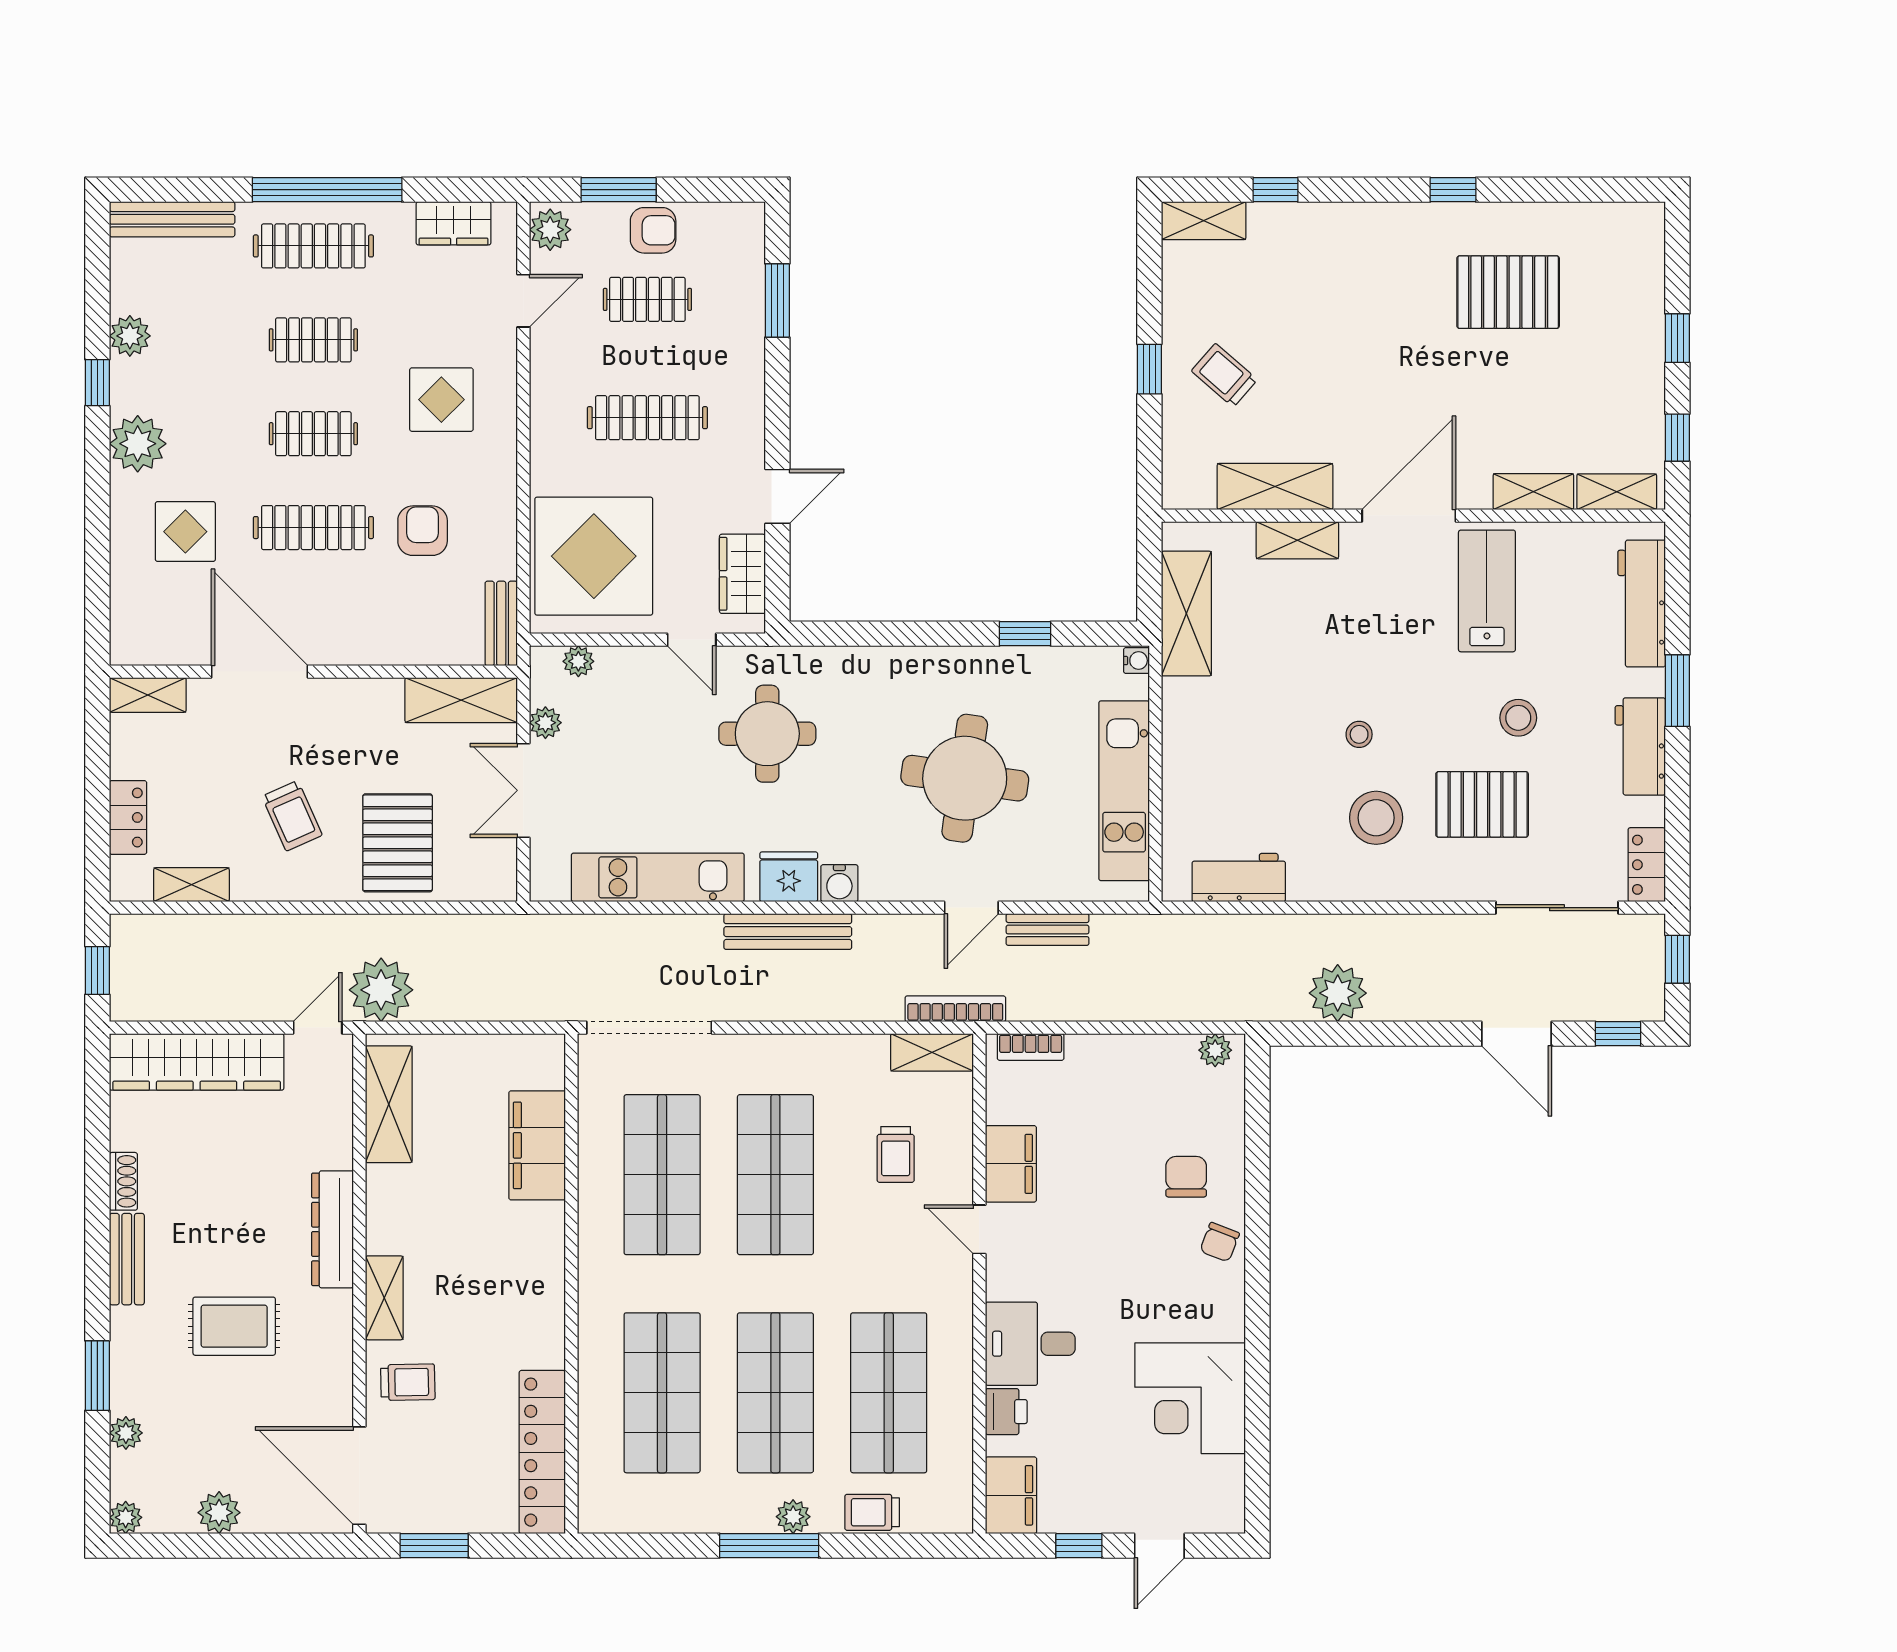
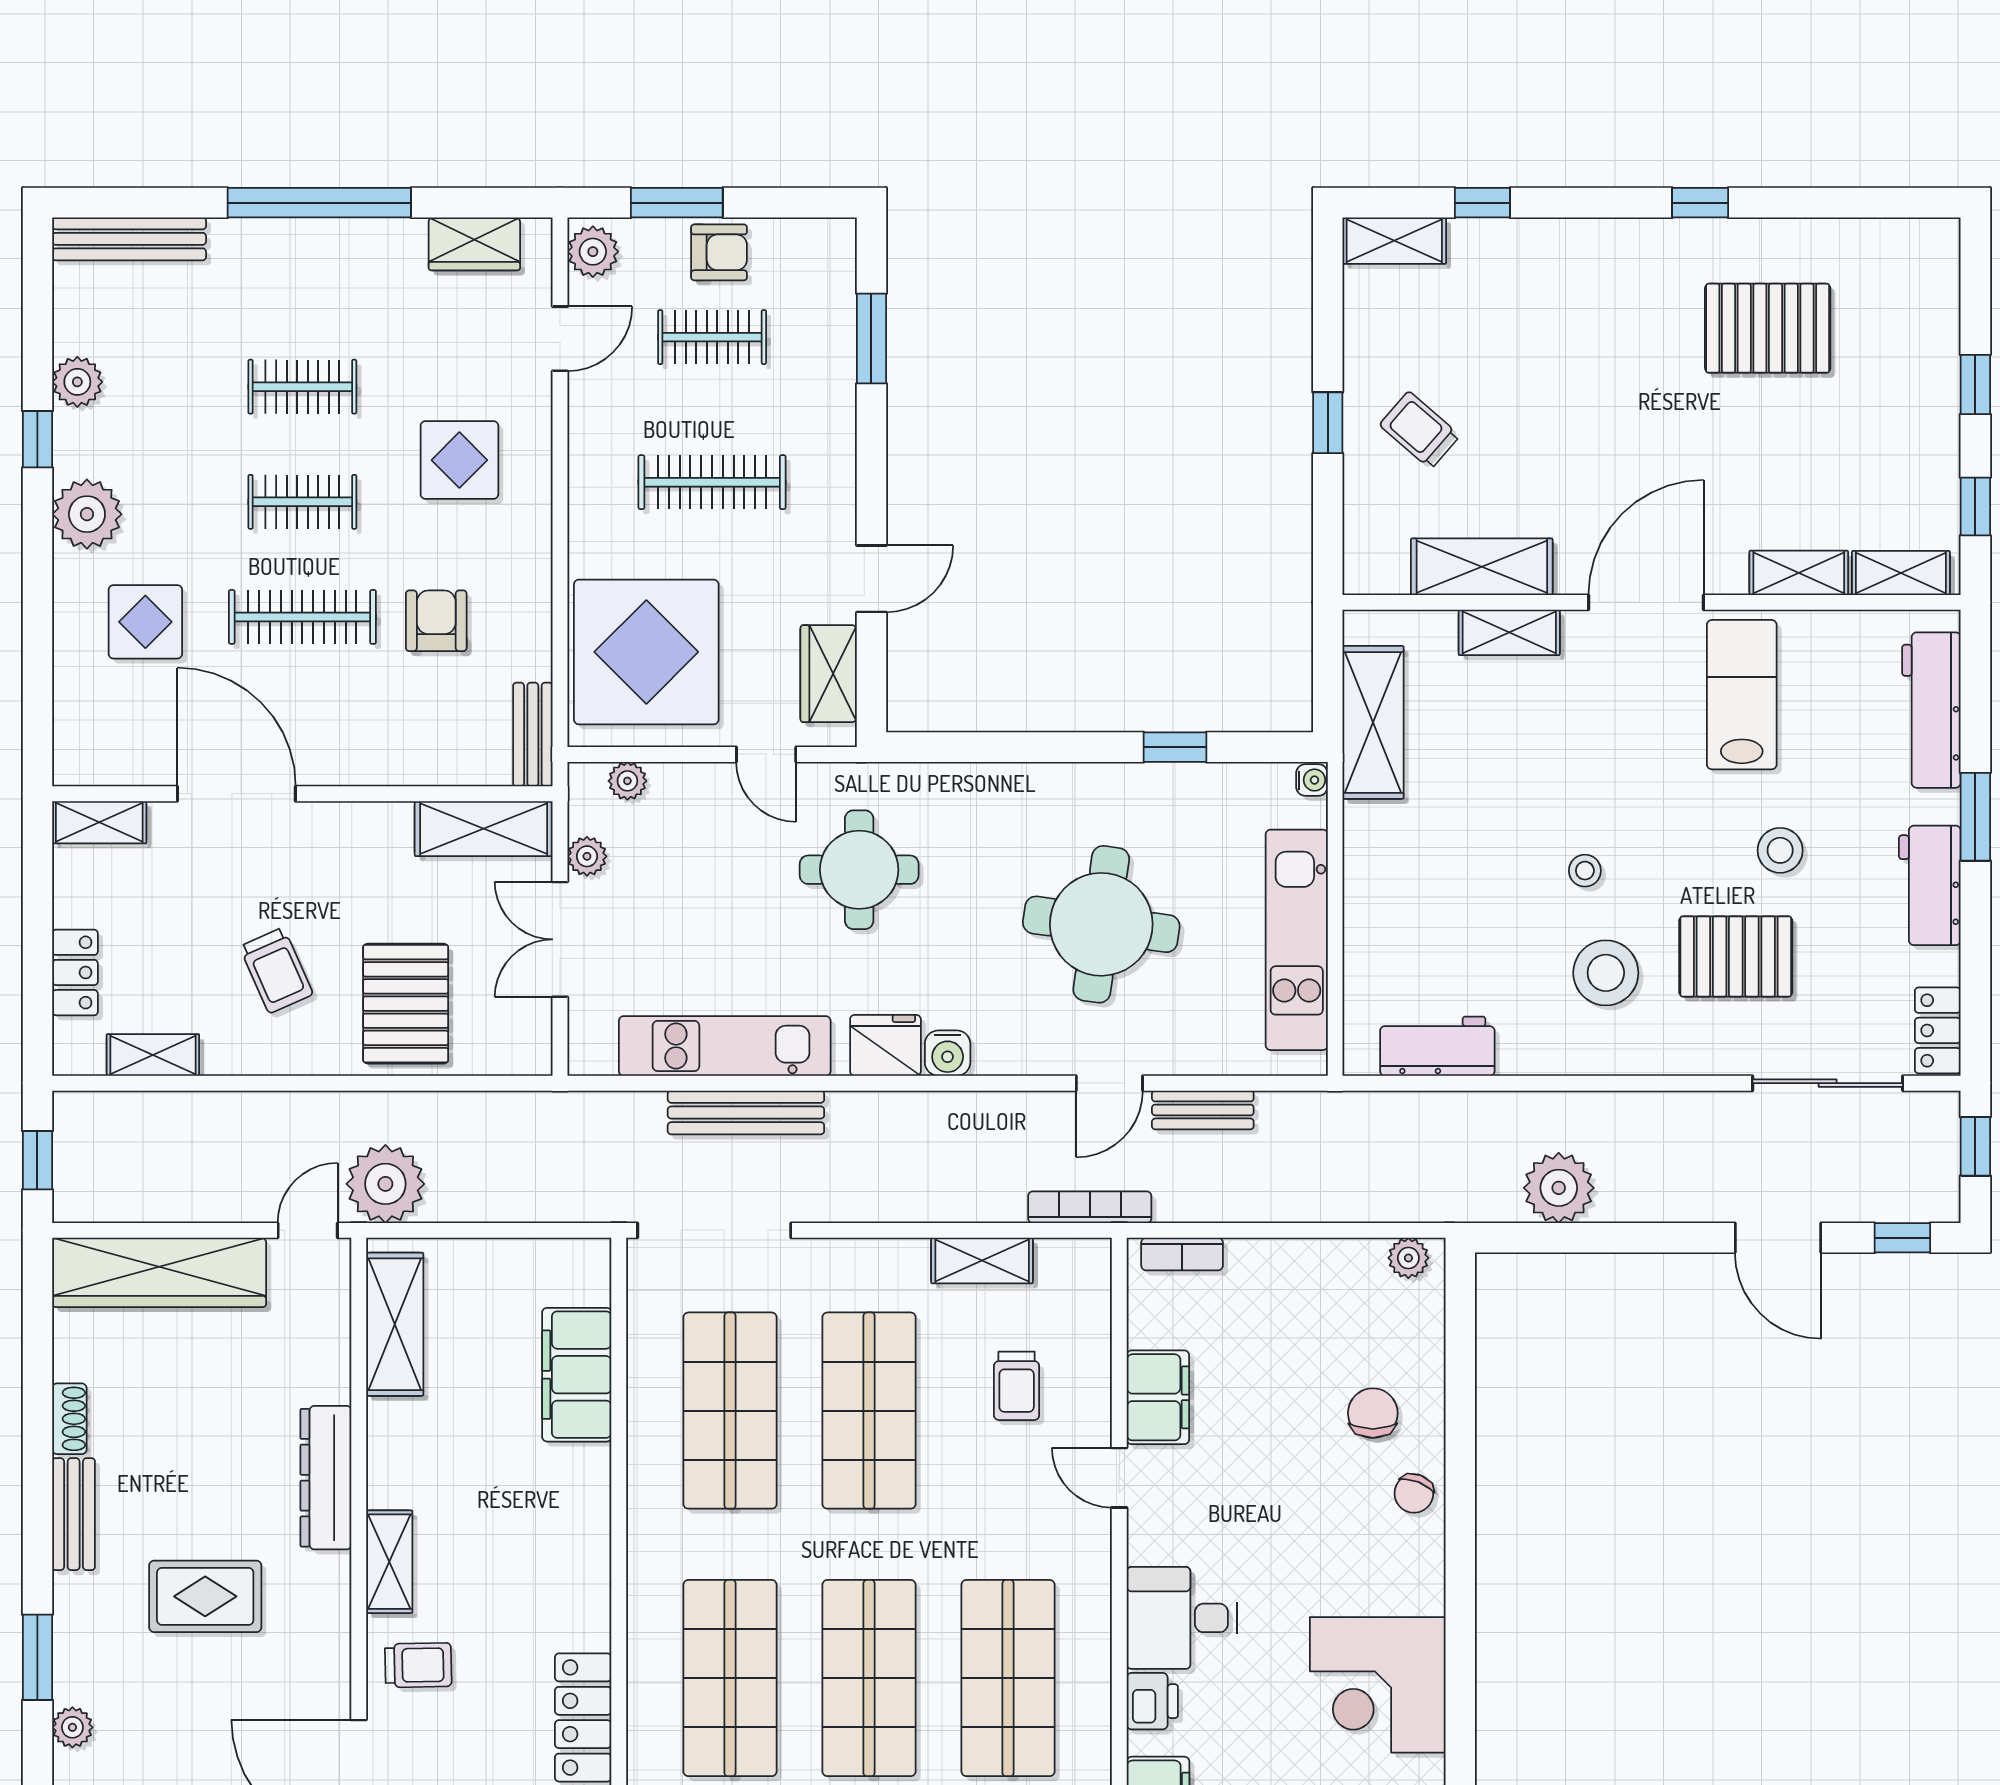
clothes rail: (313, 246) -> (302, 272), removed
bench: (788, 932) -> (746, 1112), moved
shelving: (932, 1052) -> (982, 1261), moved

